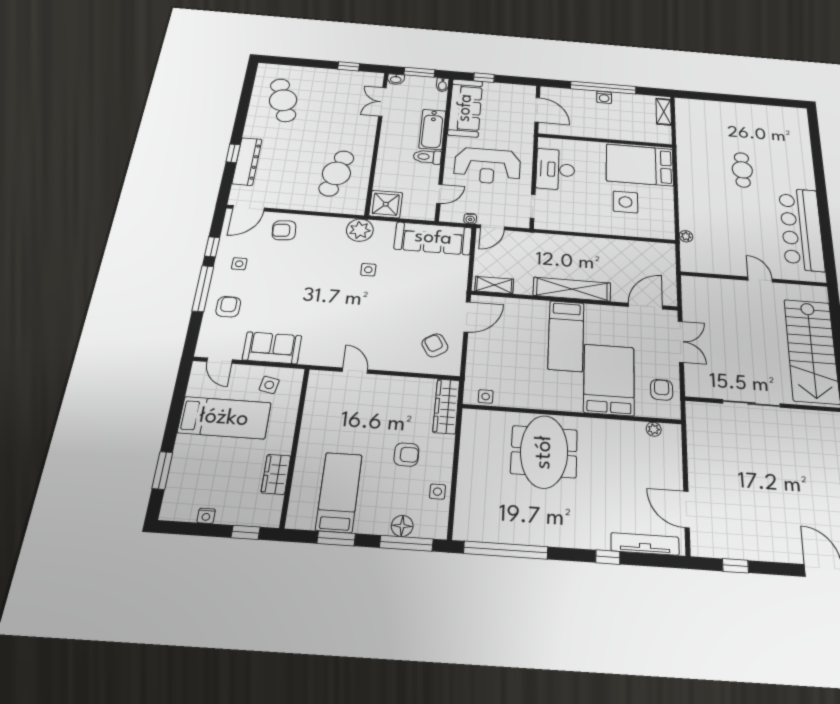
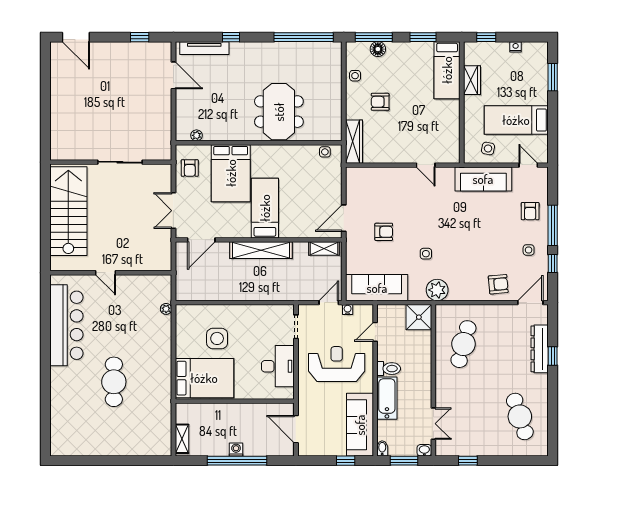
cafe table: (742, 170) -> (114, 382), width x1.37, depth x1.35
armchair: (435, 345) -> (384, 232), moved, turned -58
sofa: (272, 348) -> (483, 179), width x1.36
bed: (339, 492) -> (447, 70), moved

